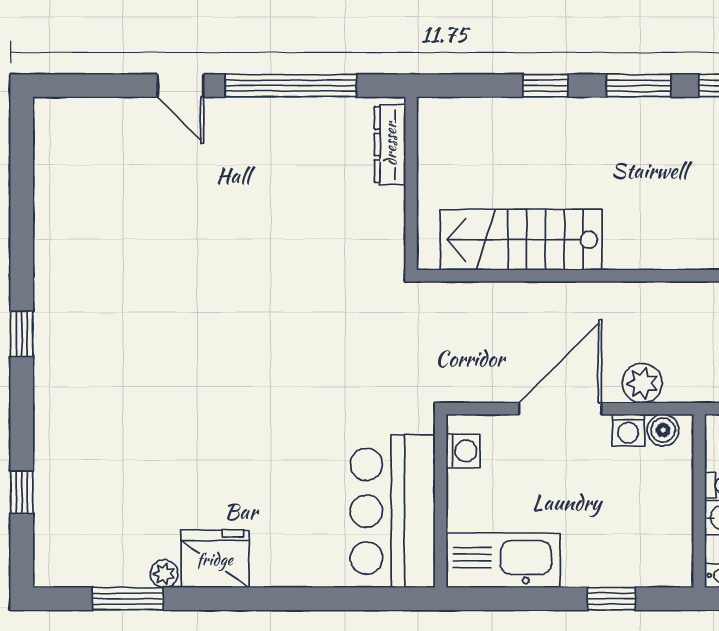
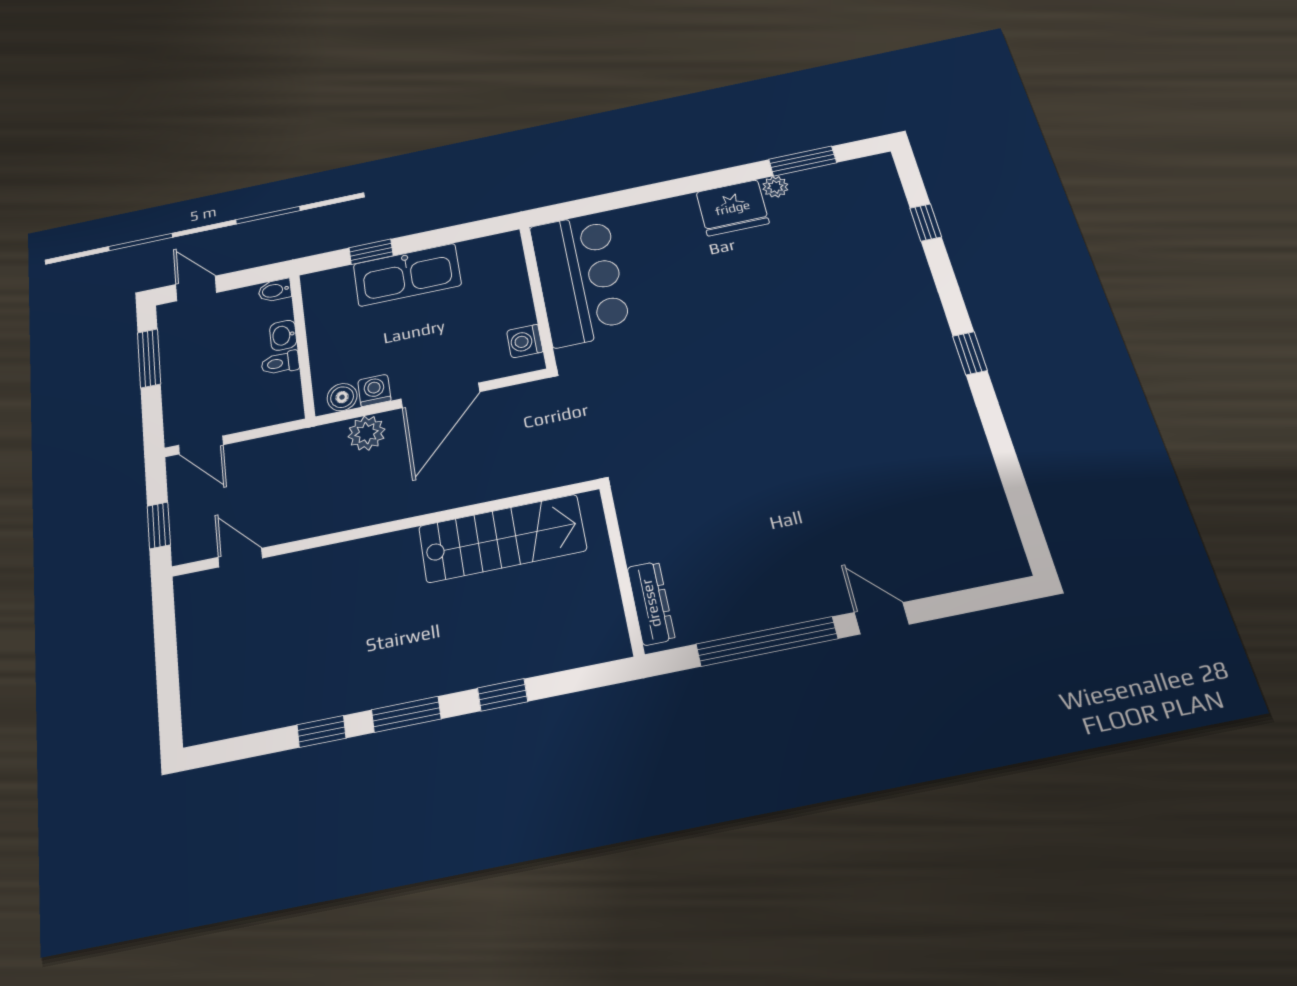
kitchen sink: (503, 560) -> (407, 275), moved

